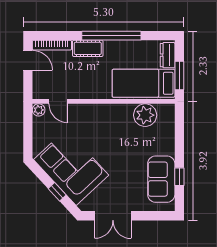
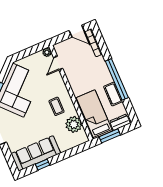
cot: (88, 48) -> (113, 94), moved
door: (28, 60) -> (77, 31), hinge flipped
coffee table: (113, 127) -> (57, 106), added
sofa: (161, 179) -> (36, 153), width x1.36

